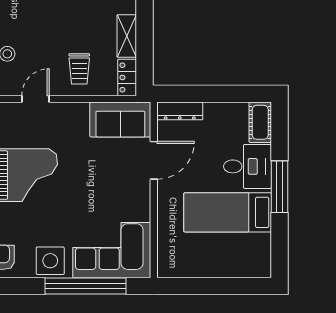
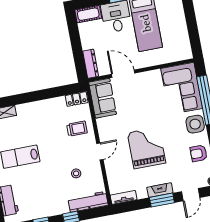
shelving: (127, 36) -> (52, 104), removed
door: (35, 99) -> (100, 151), swing flipped

